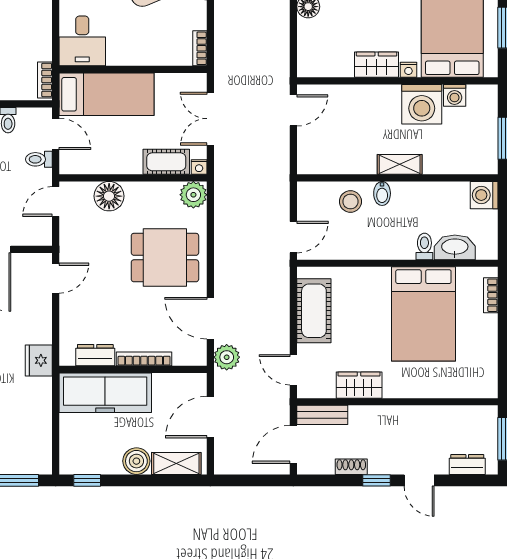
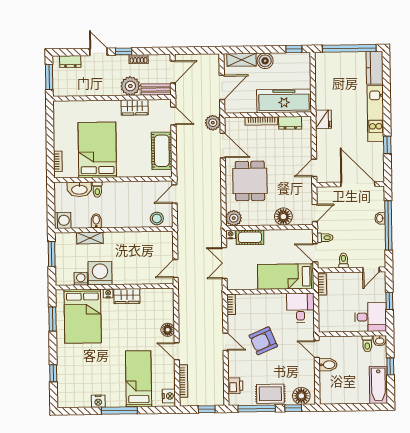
double door: (210, 119) -> (224, 263), swing flipped
shelving: (400, 164) -> (90, 238), moved
bidet: (382, 193) -> (96, 221), moved
stool: (350, 202) -> (157, 218), moved
dining table: (165, 258) -> (250, 181), turned 90
plant: (366, 422) -> (130, 86), added

